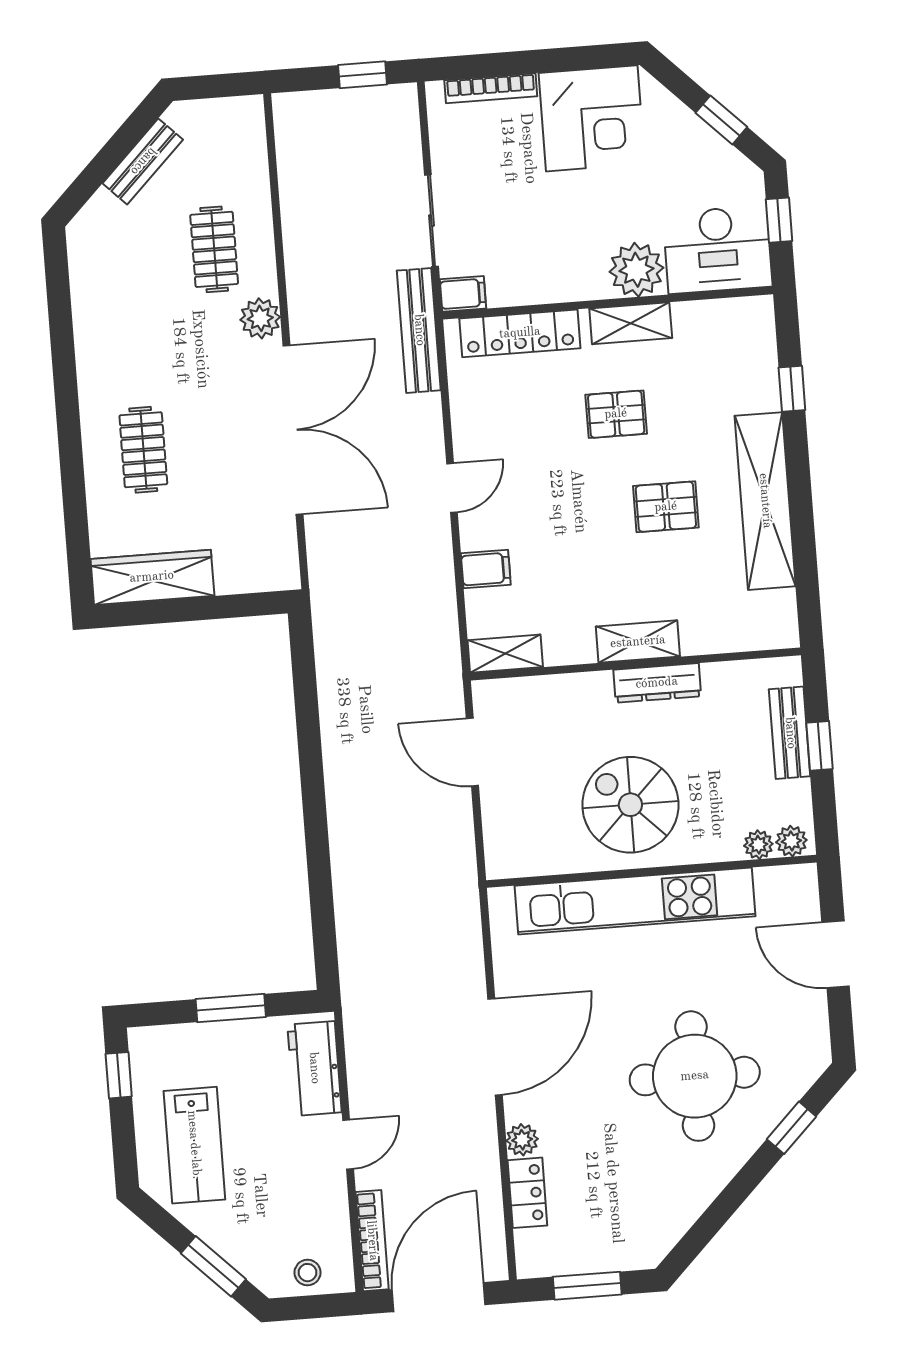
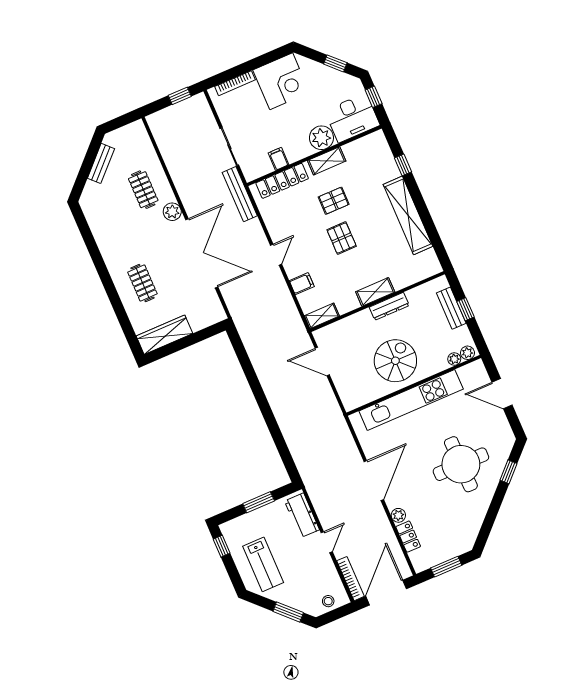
filing cabinet: (463, 294) -> (278, 159), moved, turned -90
pallet: (666, 507) -> (342, 238), moved, turned 90
spiral stairs: (630, 805) -> (395, 361), turned 90

